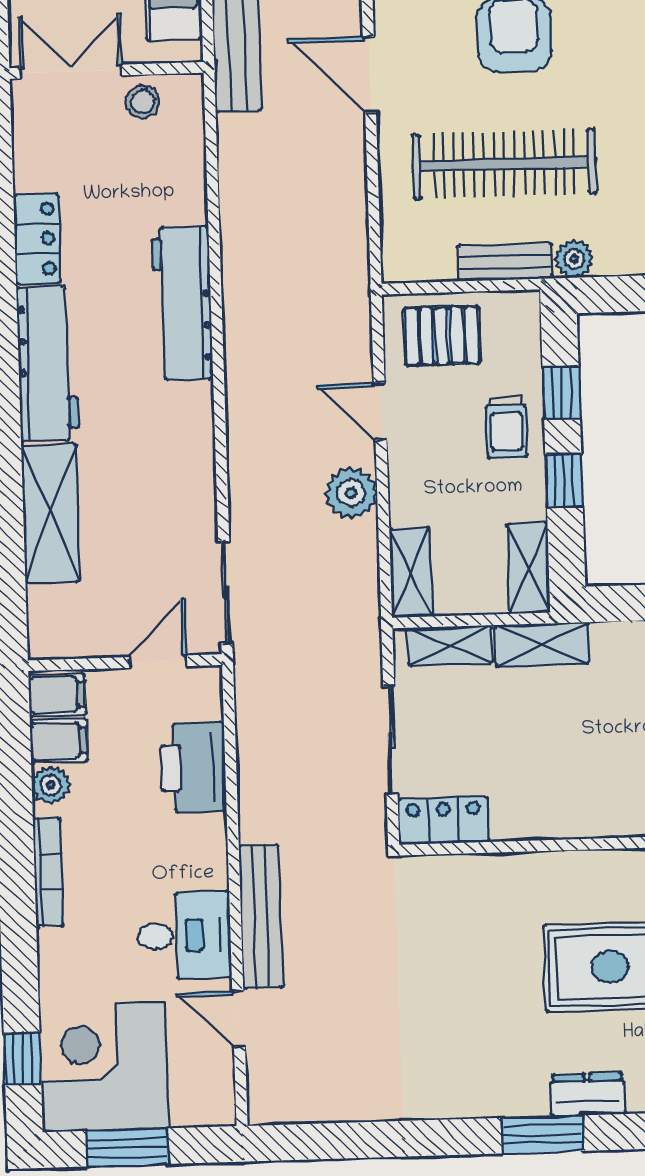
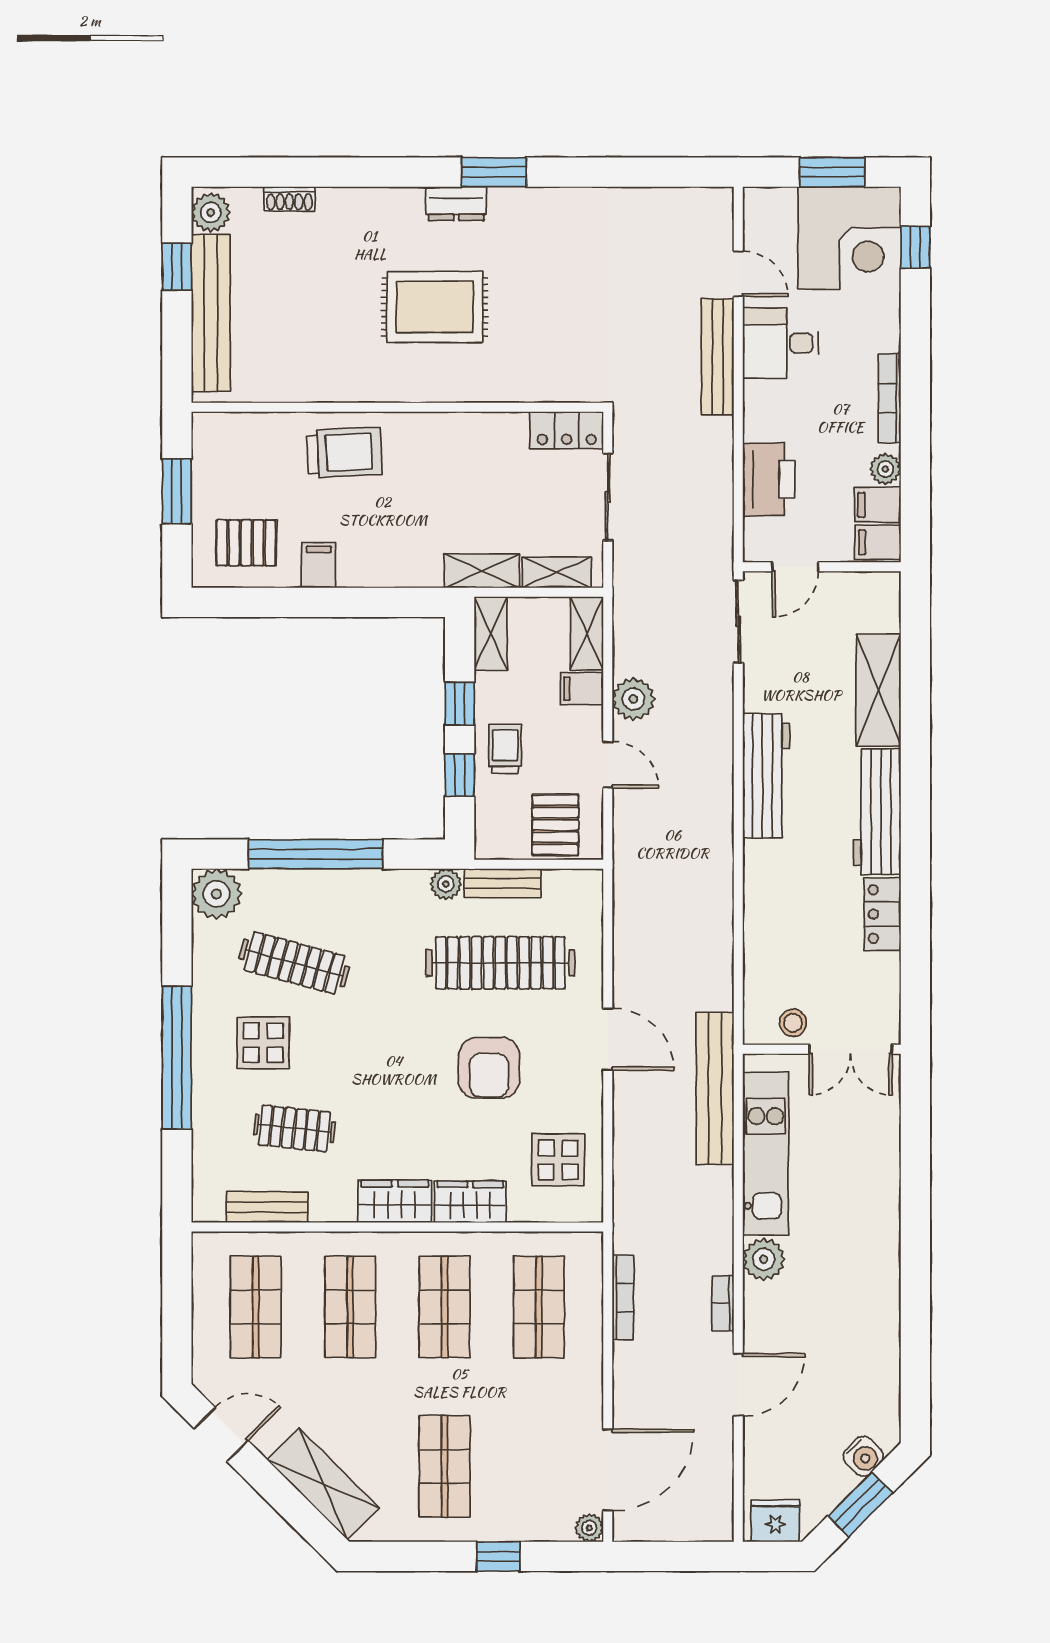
workbench: (182, 303) -> (766, 776), moved
pallet: (442, 336) -> (555, 825), turned 90
filing cabinet: (415, 504) -> (582, 689), added

